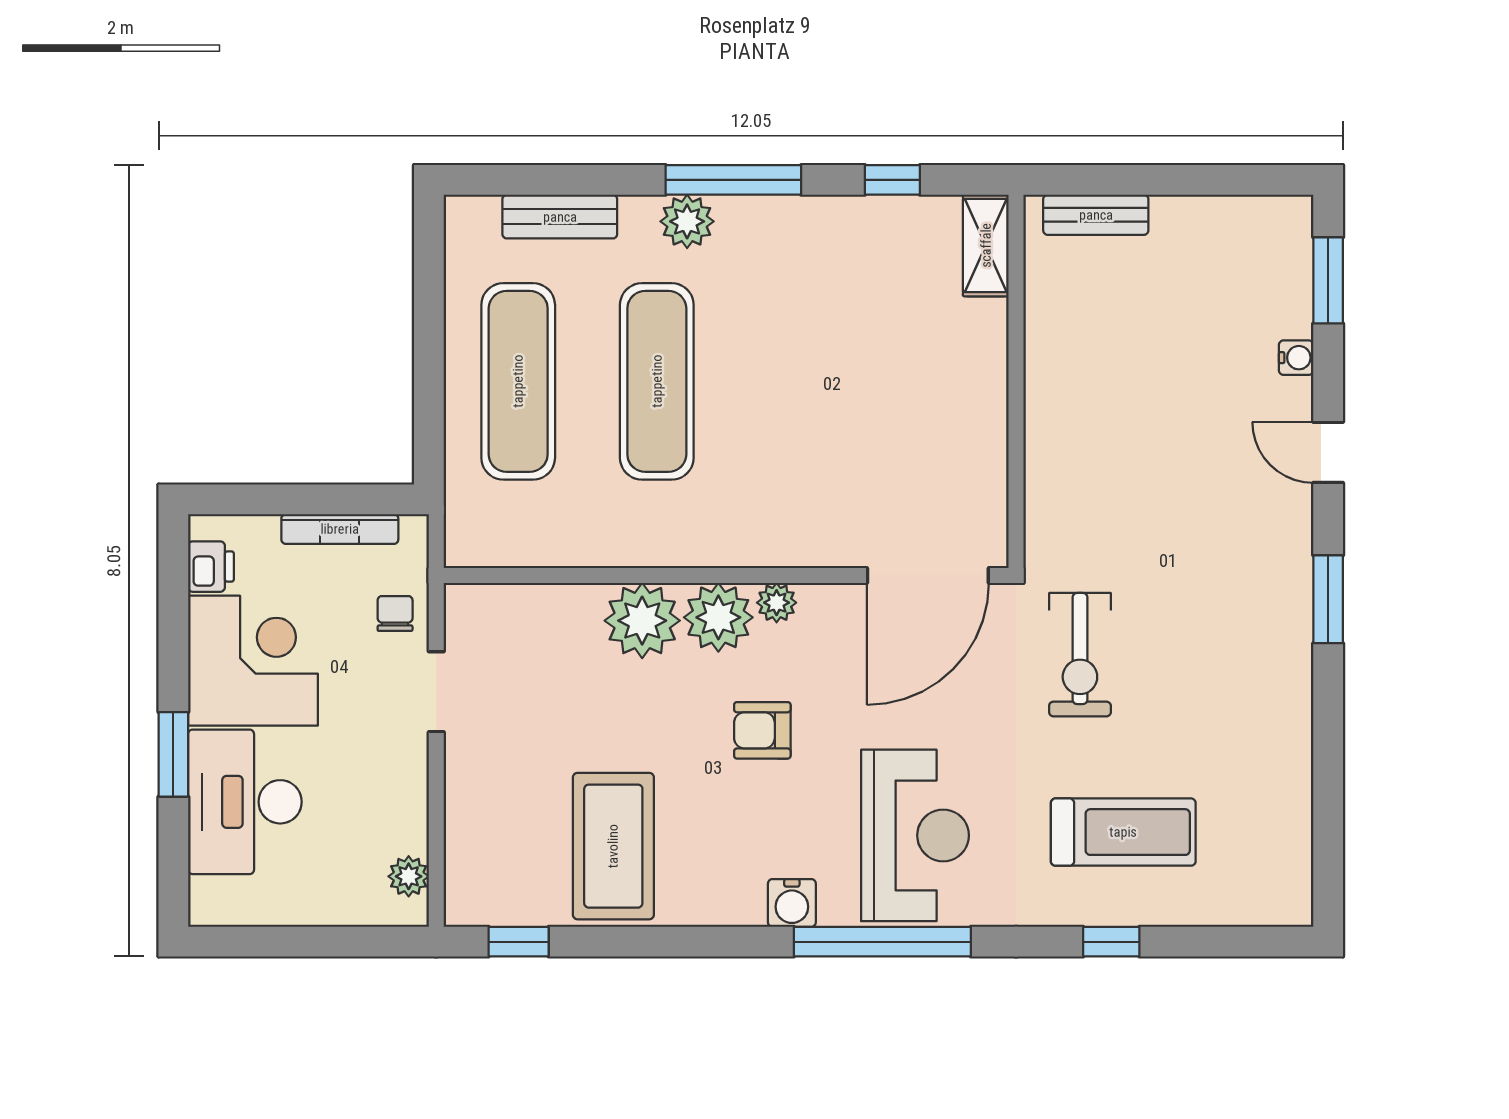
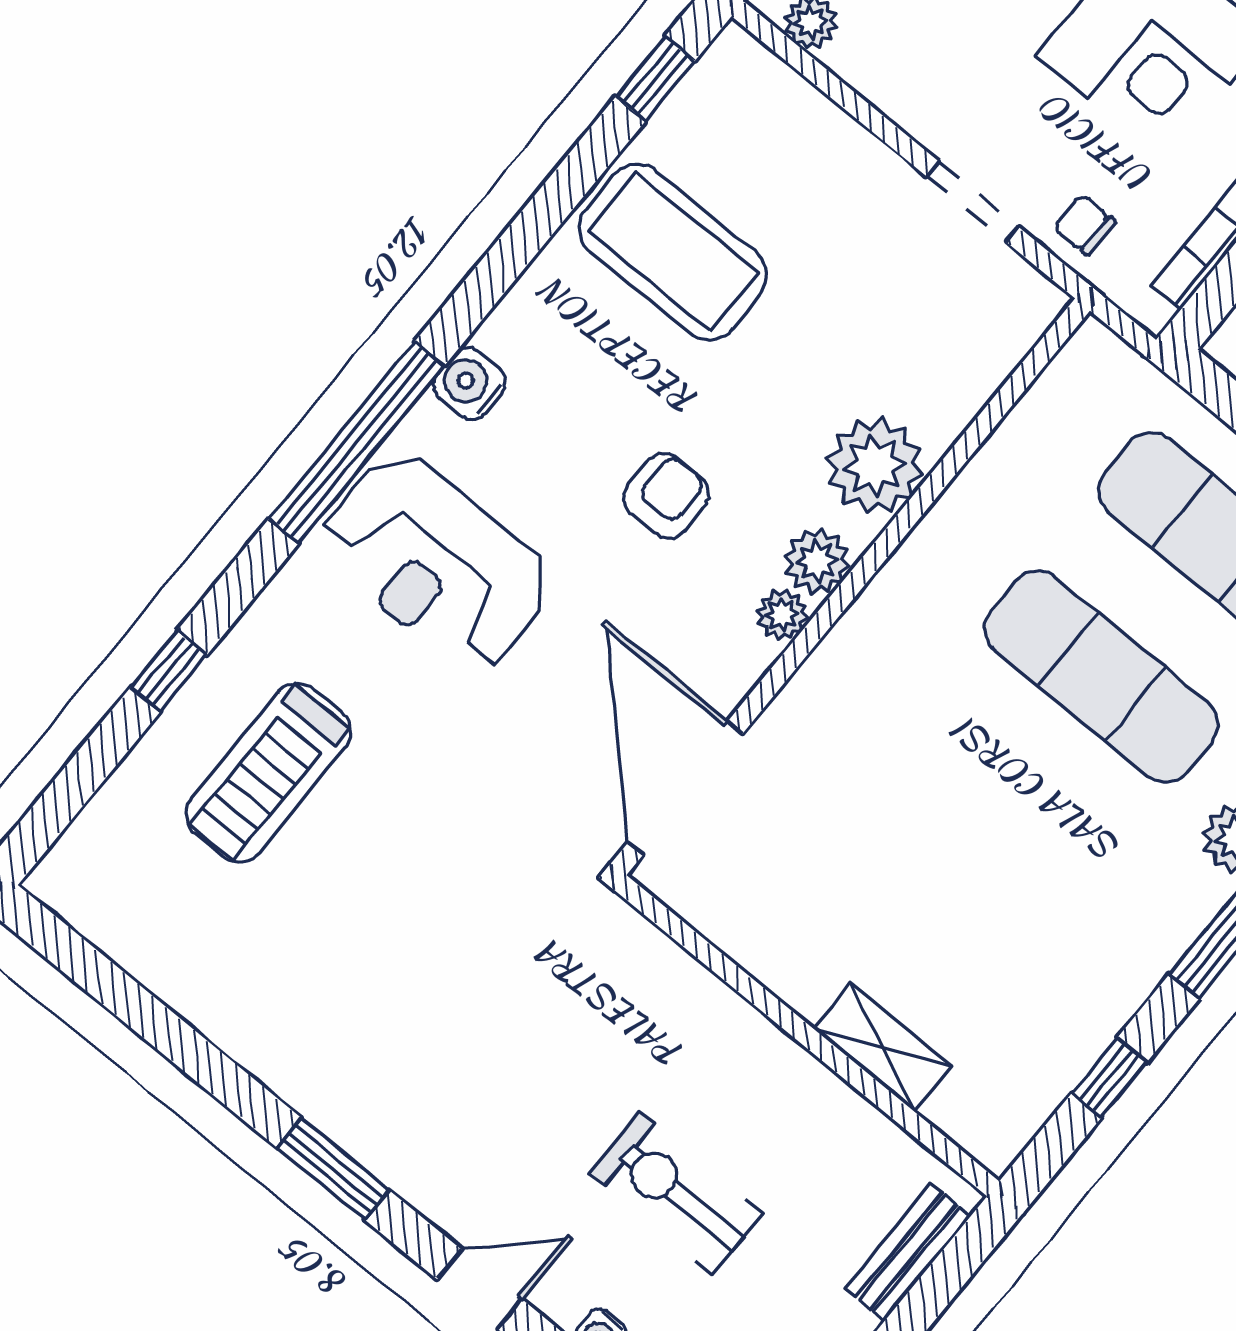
shelving: (986, 245) -> (882, 1047), moved
chair: (395, 613) -> (1084, 225), turned 180
plant: (718, 617) -> (817, 561), width x0.73, depth x0.73
exercise bike: (1080, 655) -> (676, 1193), moved

